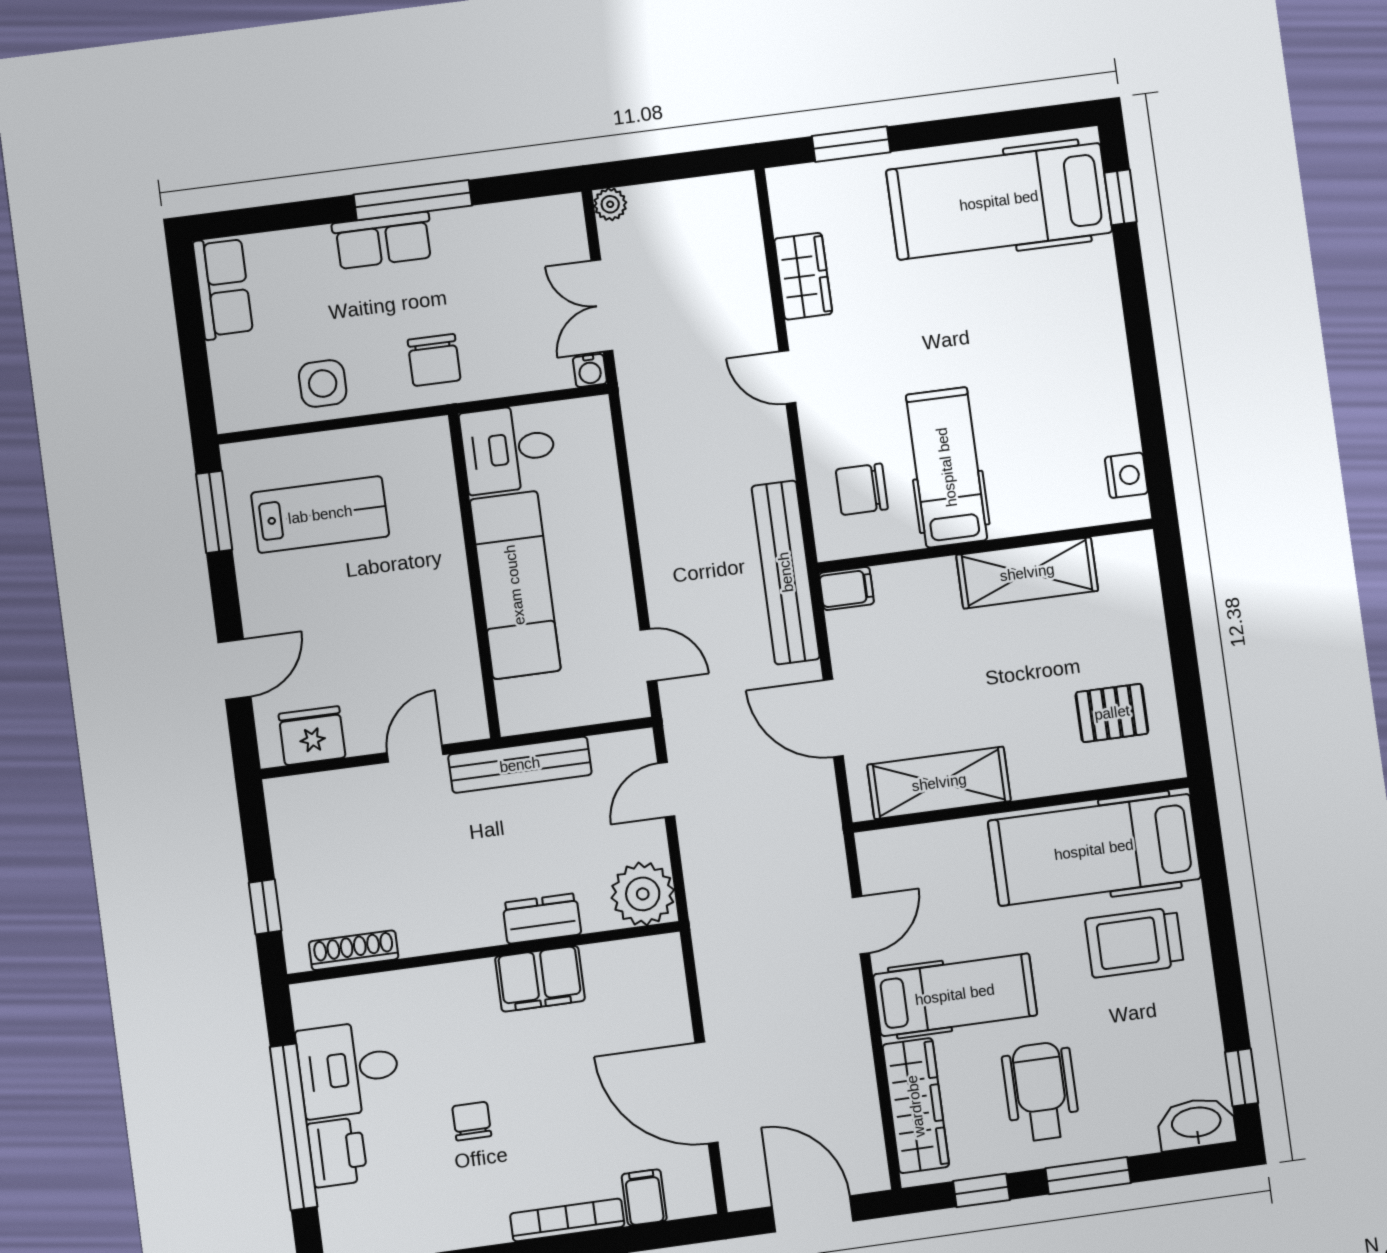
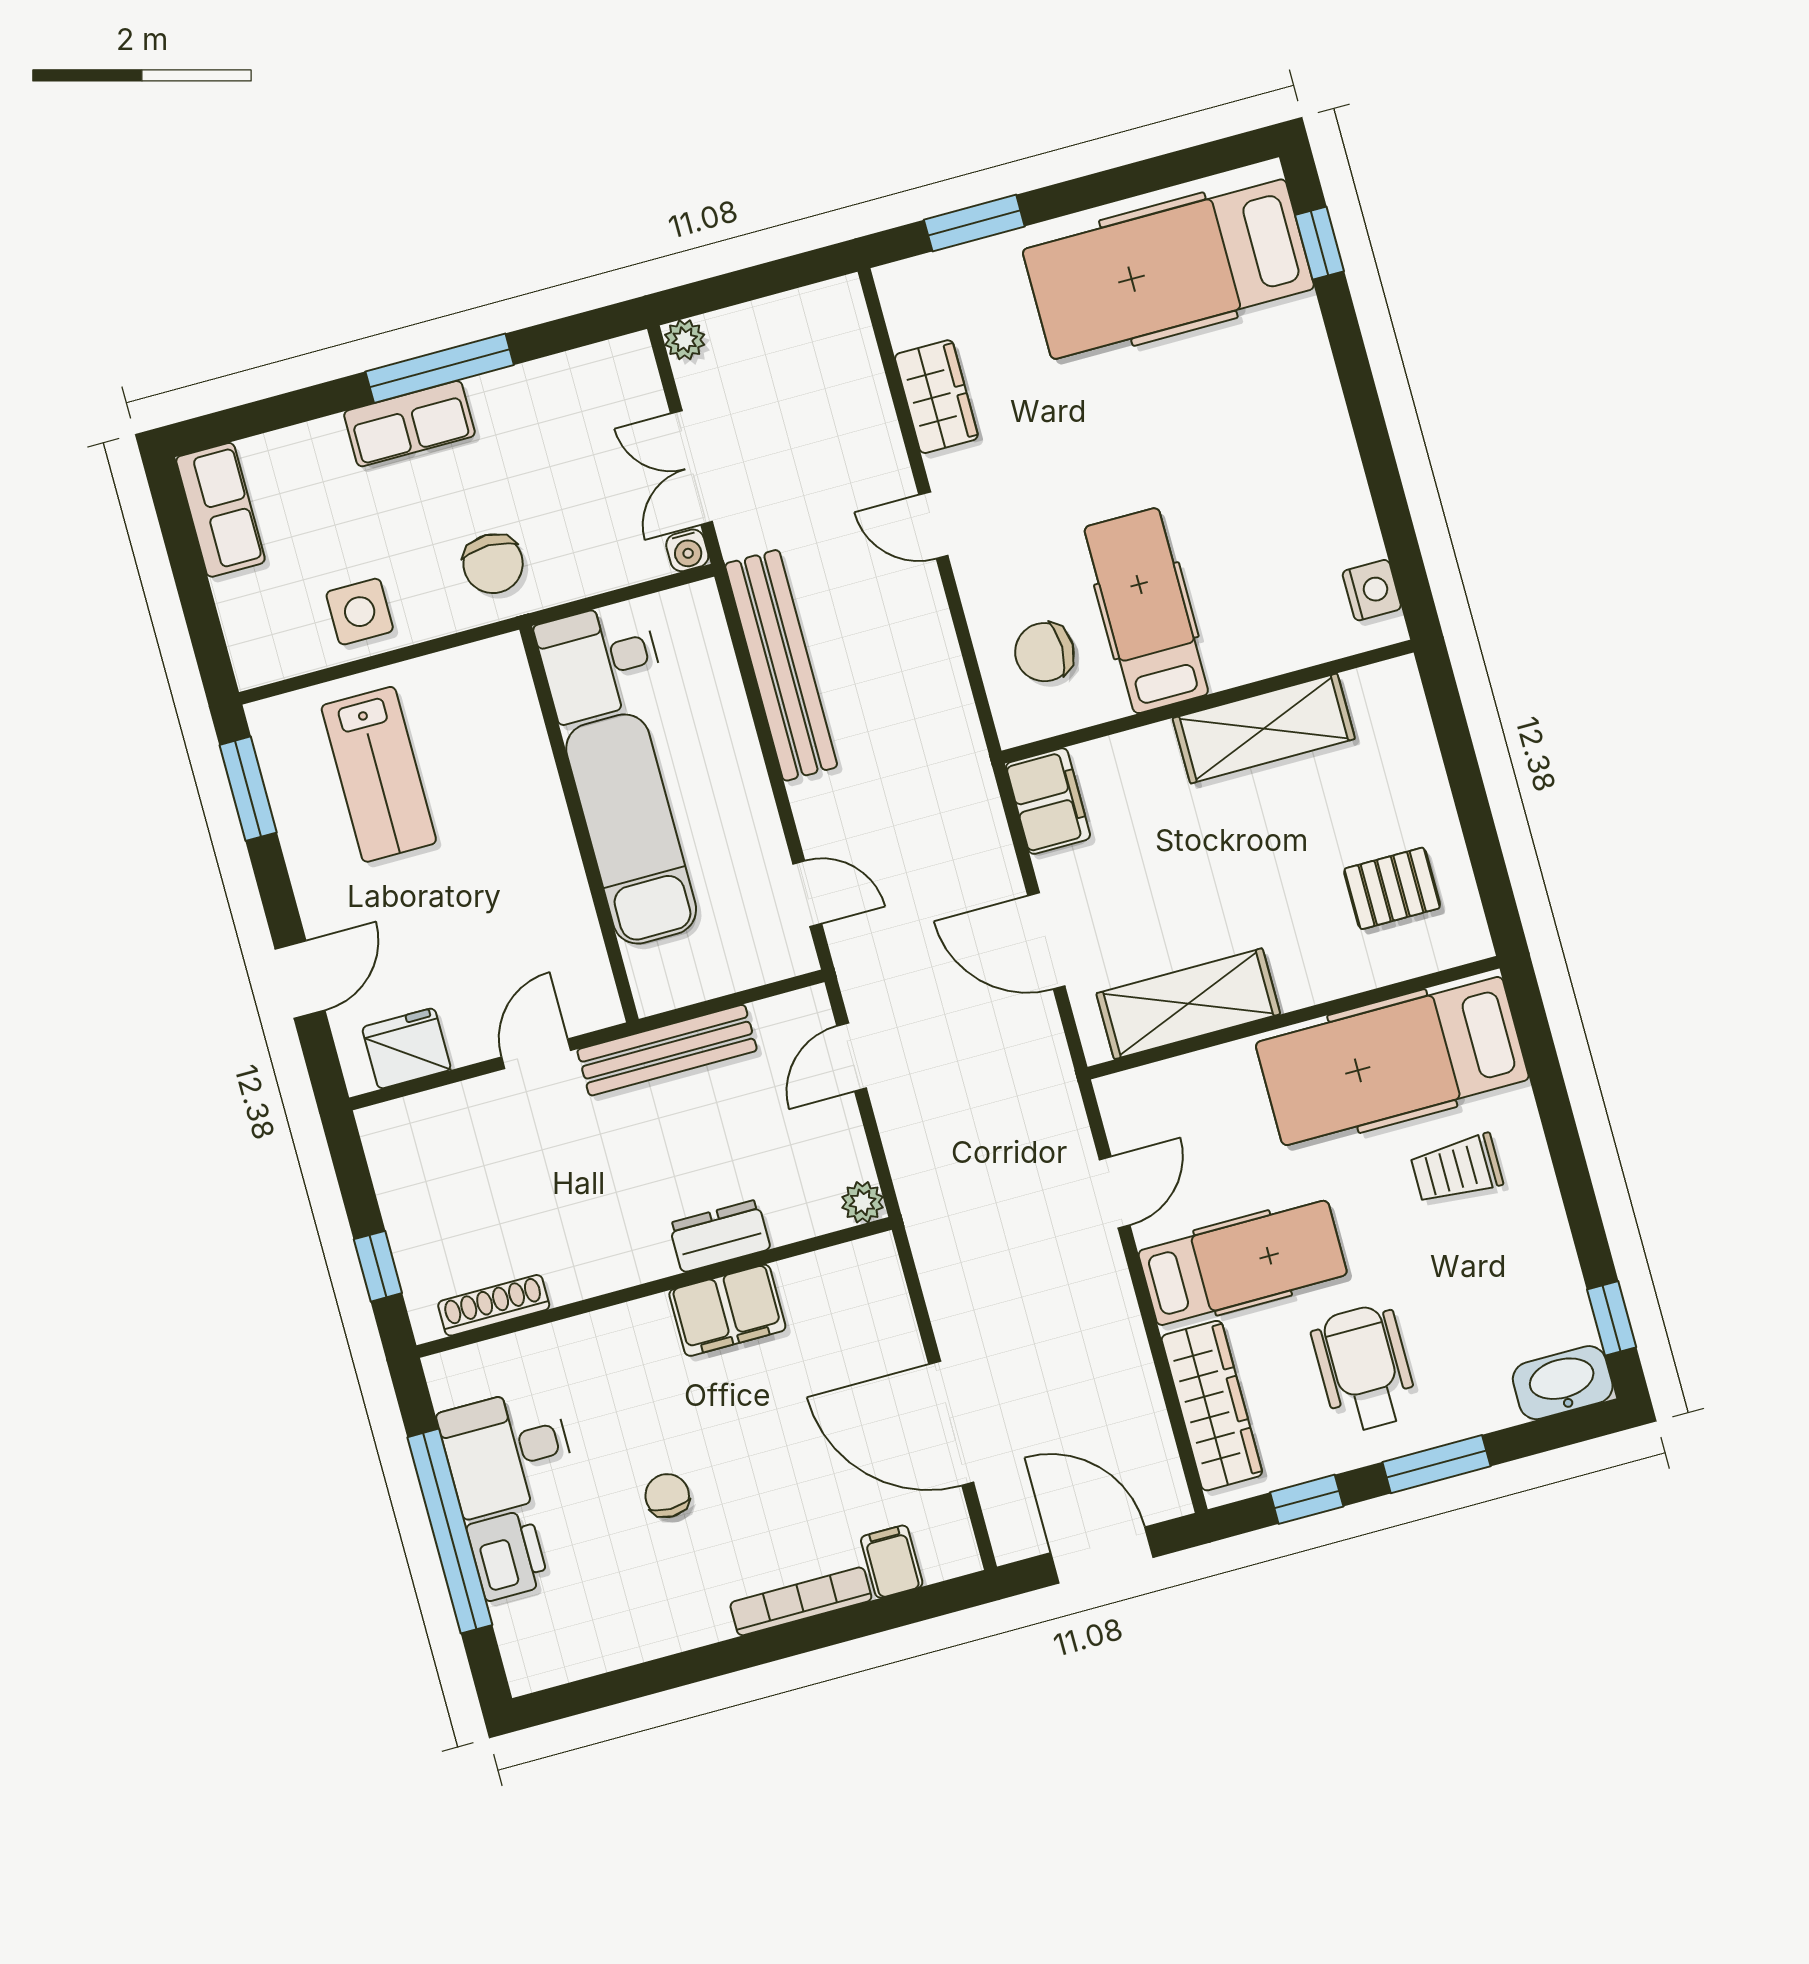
lab bench: (320, 515) -> (379, 774), turned 90
bench: (786, 572) -> (781, 665), moved
filing cabinet: (847, 588) -> (1048, 801), width x2.00
plant: (643, 894) -> (863, 1202), width x0.53, depth x0.53
trolley: (1134, 942) -> (1457, 1169), width x0.73, depth x0.72

